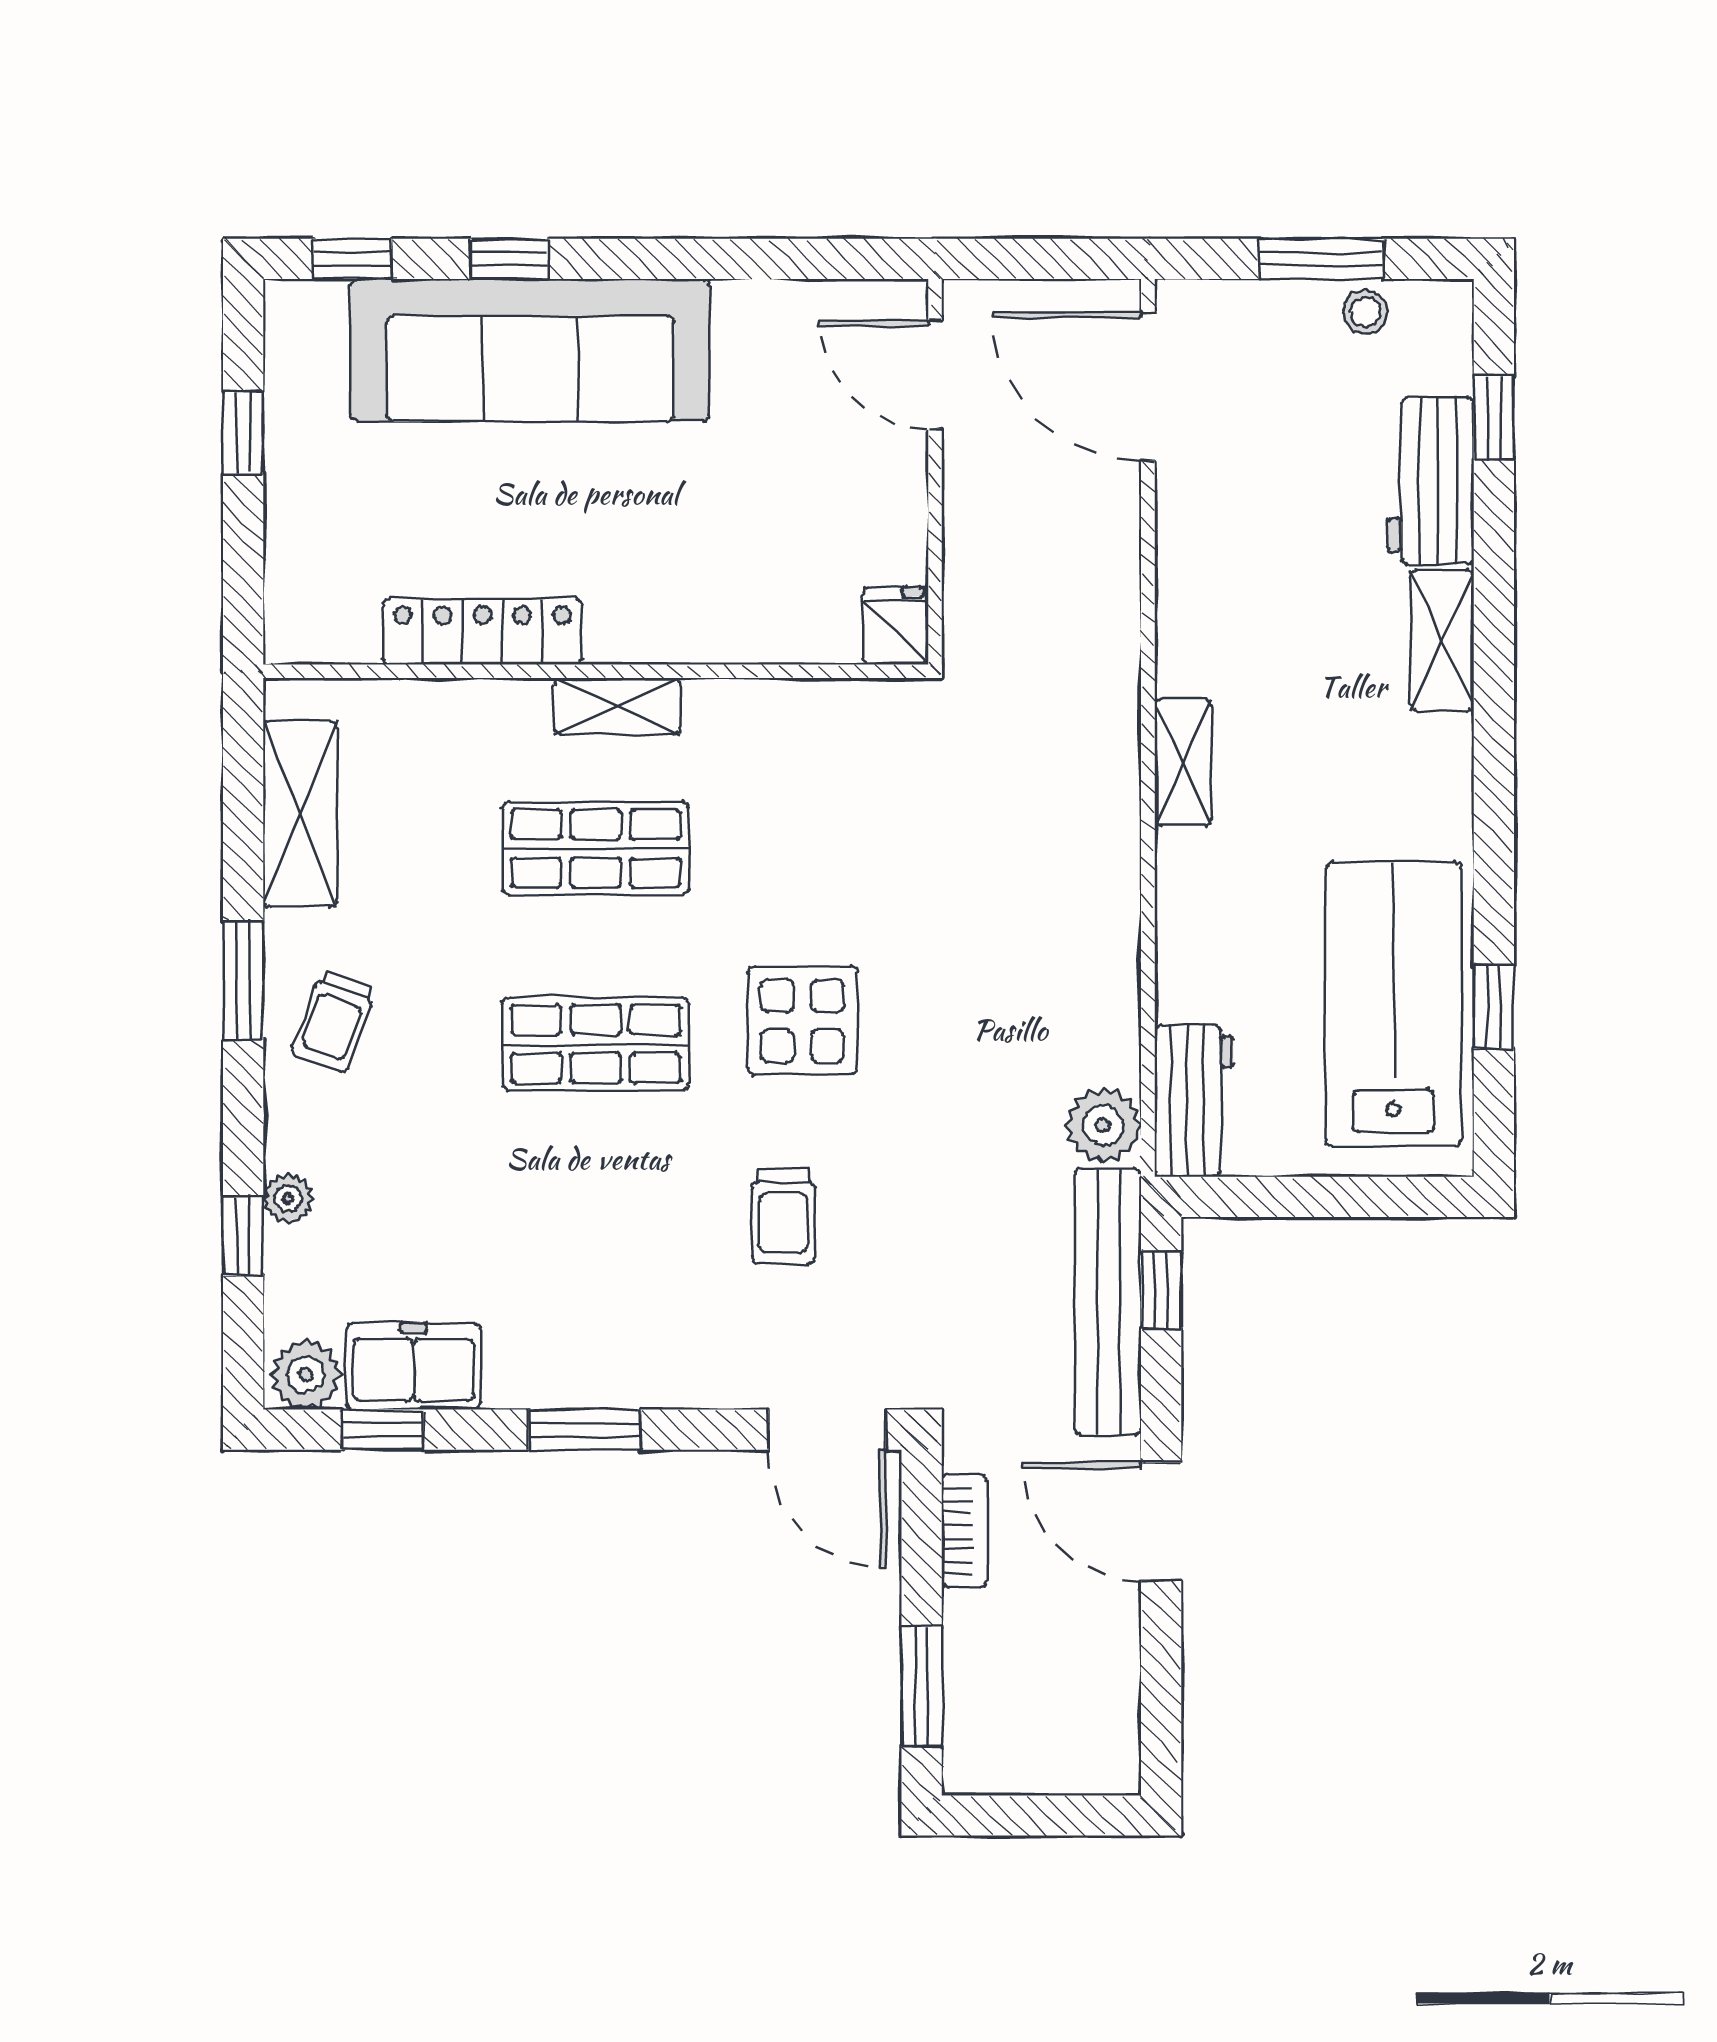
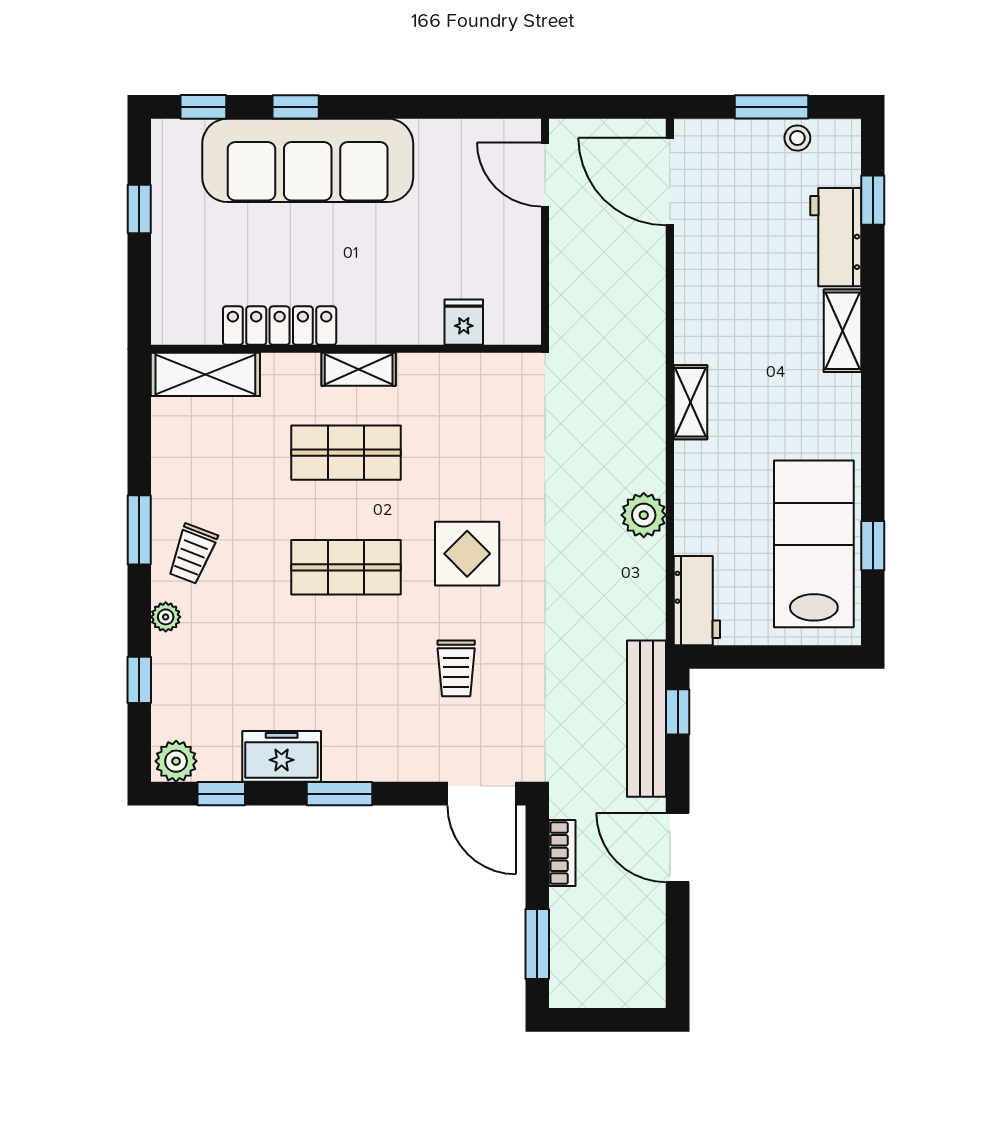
fridge: (896, 626) -> (464, 322), moved
shelving: (300, 814) -> (205, 374), moved, turned 90
plant: (1103, 1125) -> (644, 515), moved
plant: (288, 1198) -> (166, 617), moved
freezer: (413, 1366) -> (282, 756), moved

